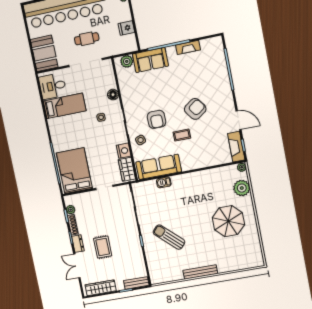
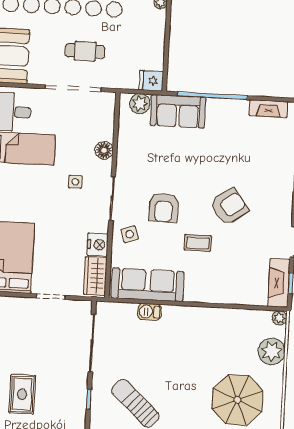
fridge: (126, 28) -> (151, 81), moved
fireplace: (188, 47) -> (268, 109), moved

